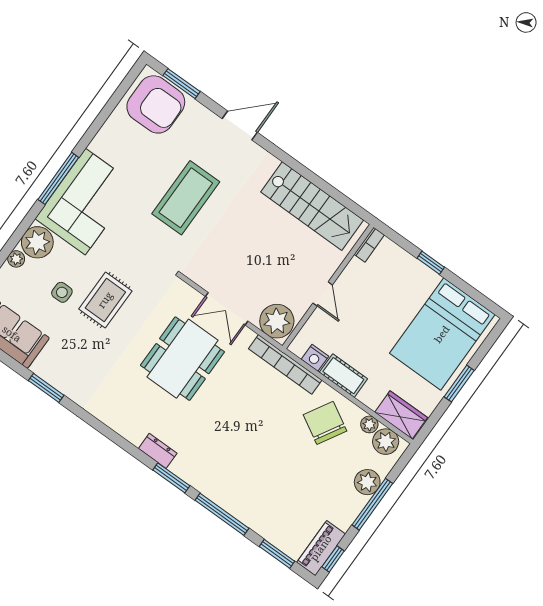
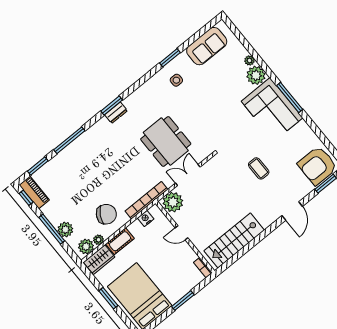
coffee table: (186, 198) -> (259, 168), width x0.54, depth x0.58
window: (431, 263) -> (183, 301), width x1.50
side table: (62, 292) -> (176, 80), moved
rug: (105, 300) -> (212, 106), removed
cot: (343, 376) -> (120, 241), moved
window: (171, 478) -> (112, 106), moved

